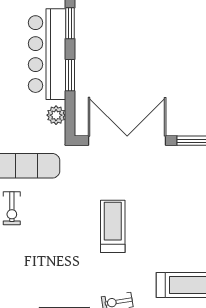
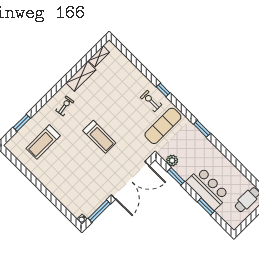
bar counter: (47, 54) -> (208, 188), width x0.73
window: (70, 75) -> (176, 176), moved

